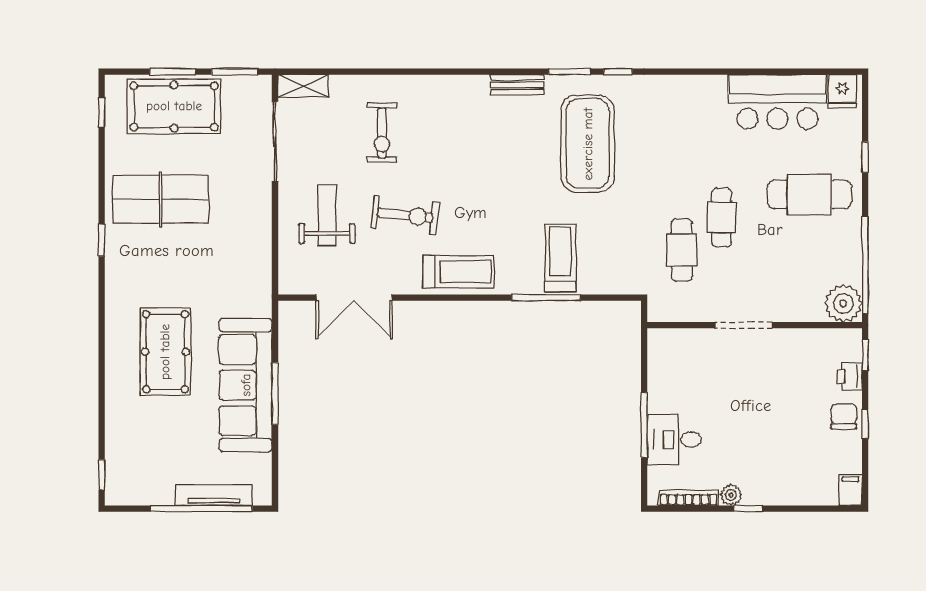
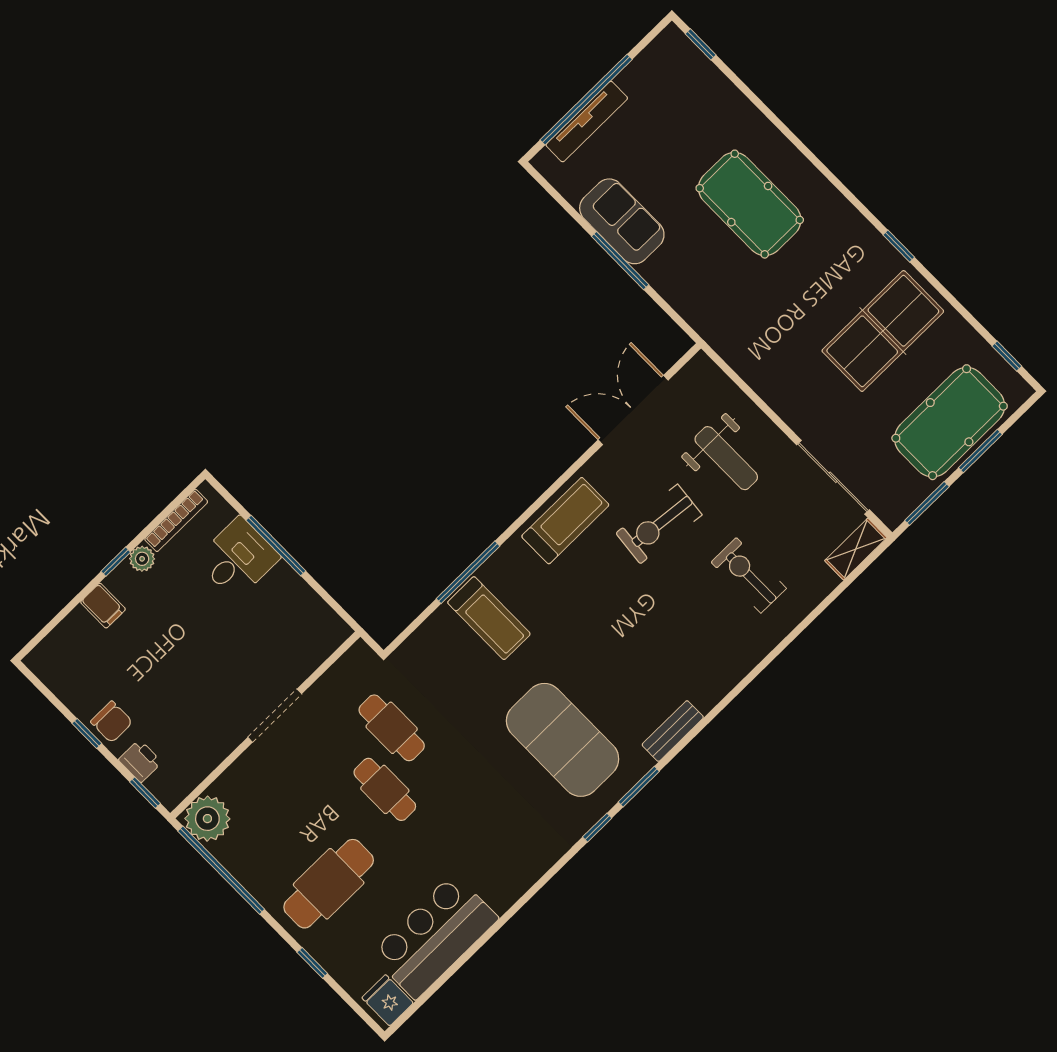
treadmill: (458, 272) -> (565, 521), turned 180
sofa: (246, 385) -> (622, 221), width x0.54, depth x0.79
filing cabinet: (851, 490) -> (103, 606), moved

